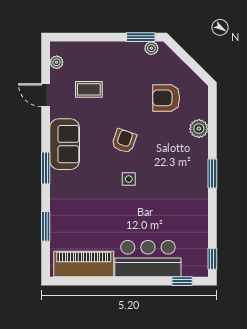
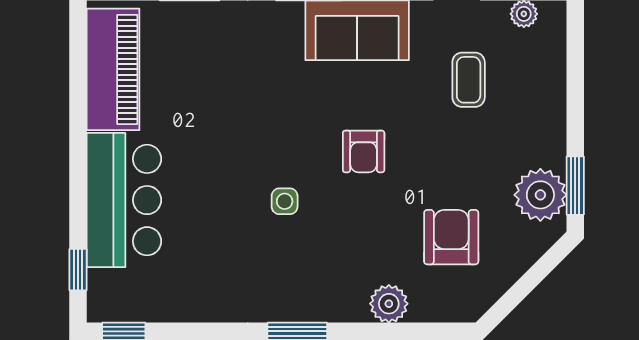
plant: (151, 48) -> (540, 195), width x1.87, depth x1.87
armchair: (124, 141) -> (364, 151), turned 71
side table: (129, 179) -> (285, 201), moved

